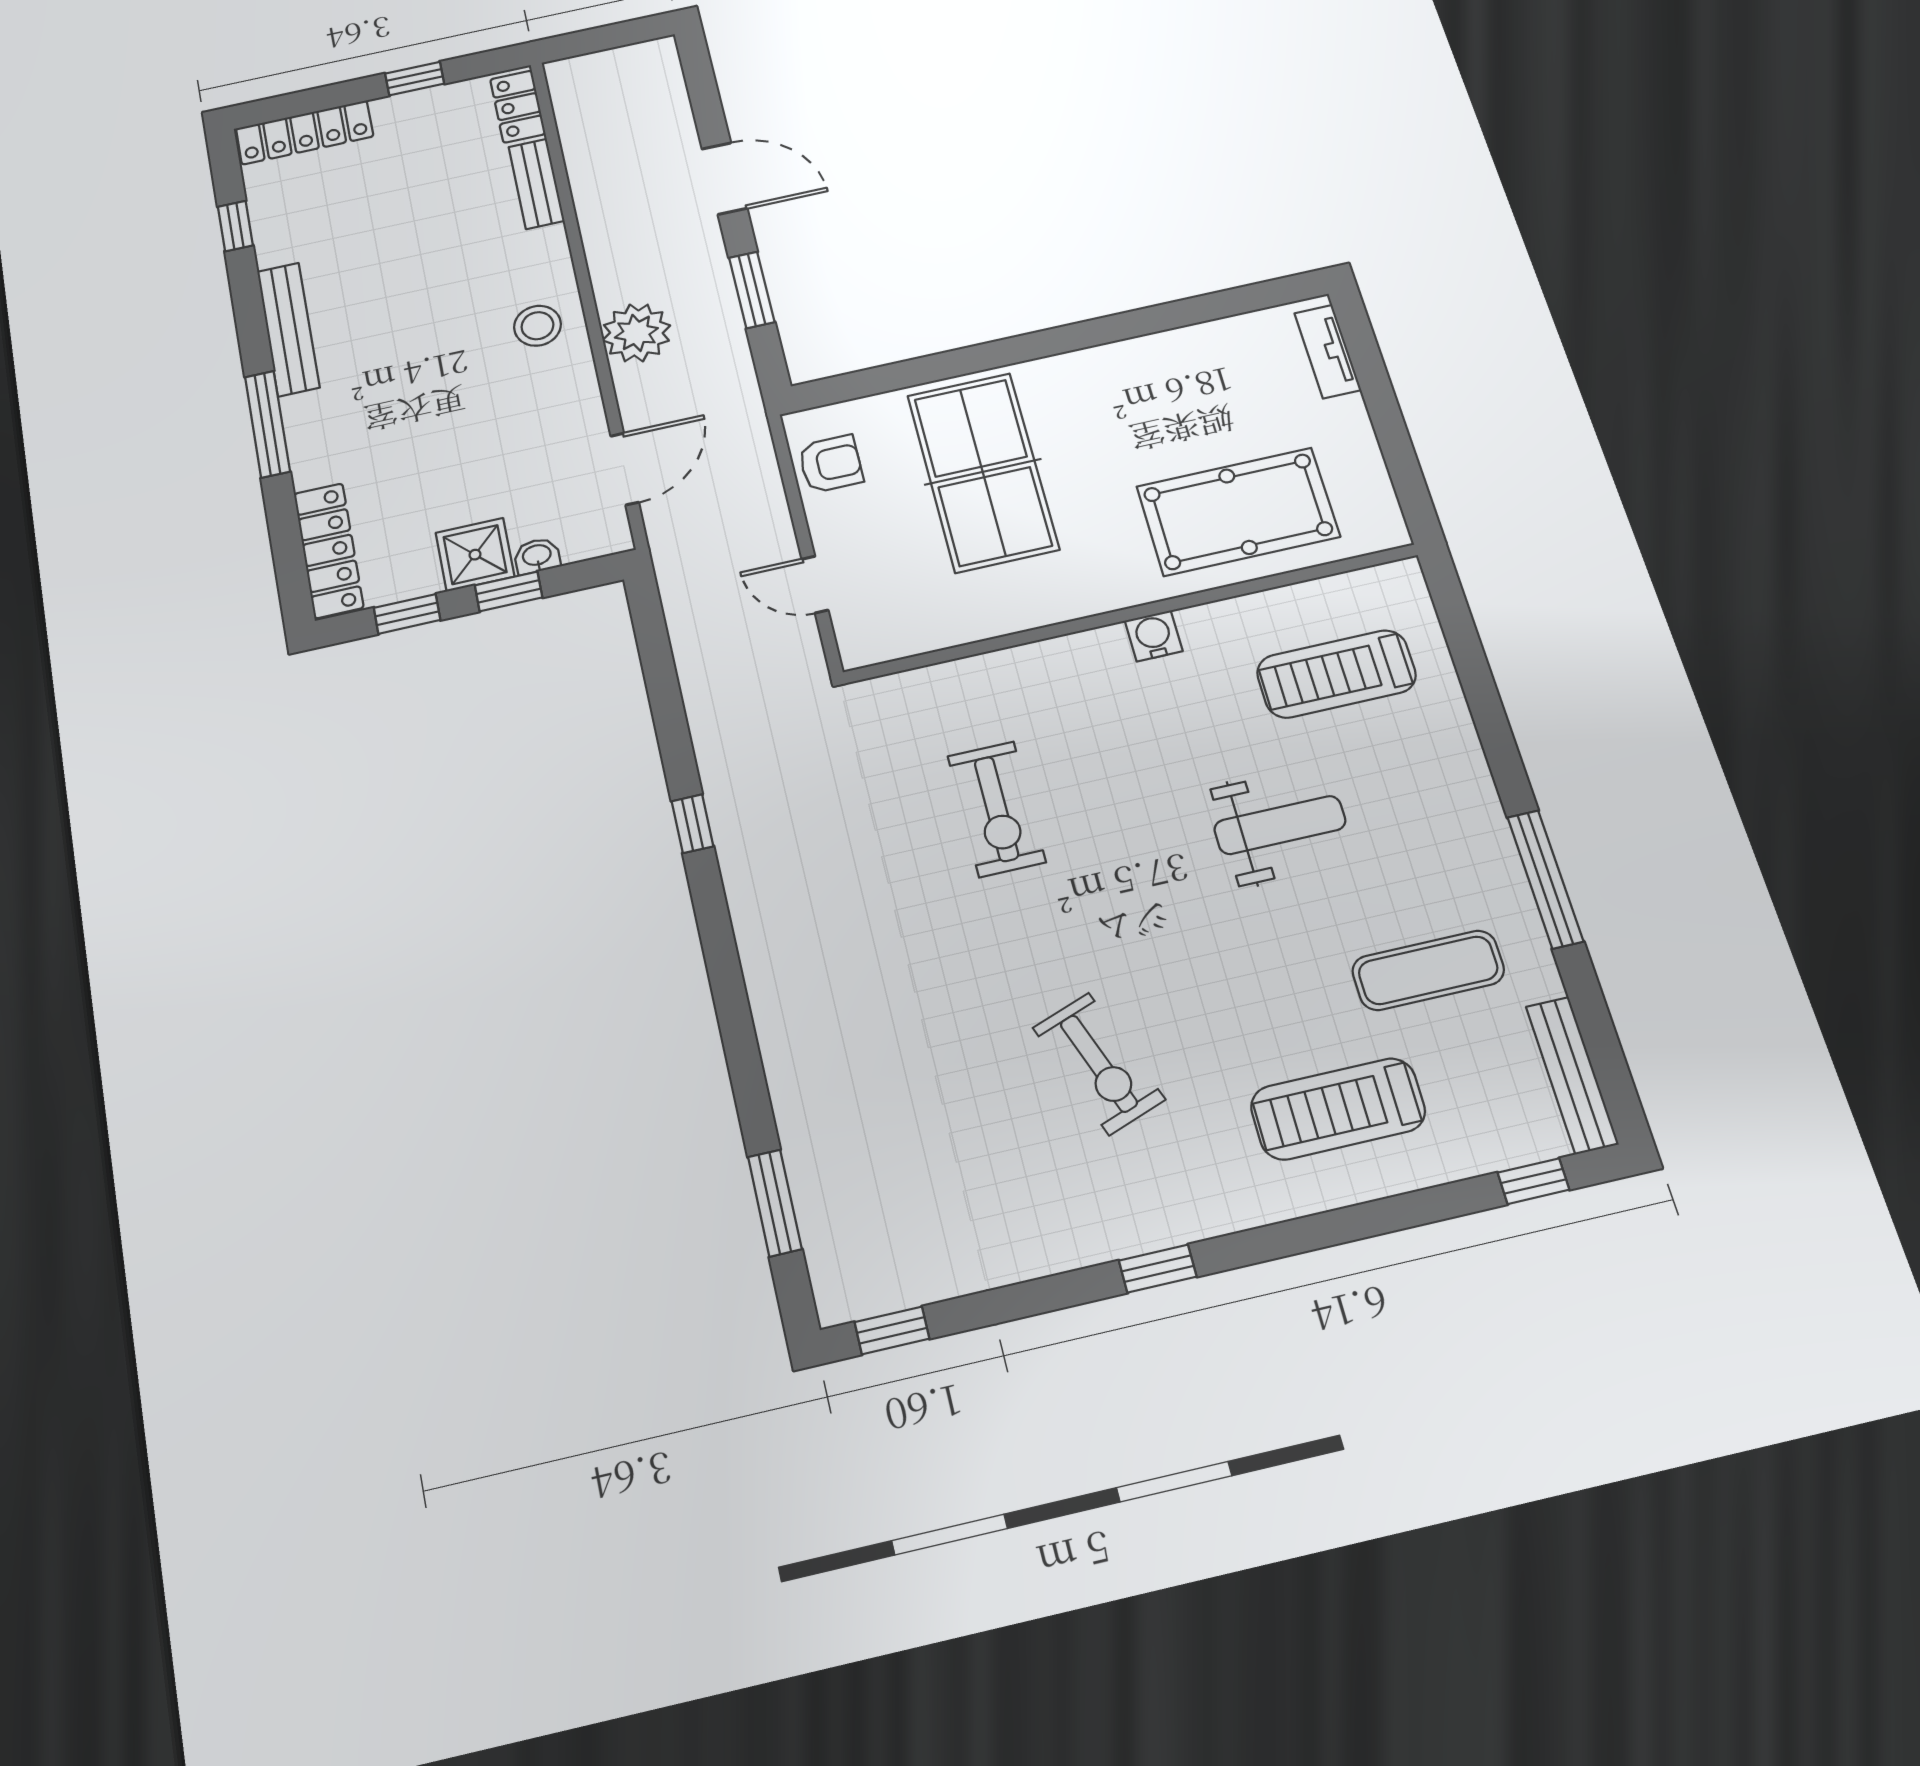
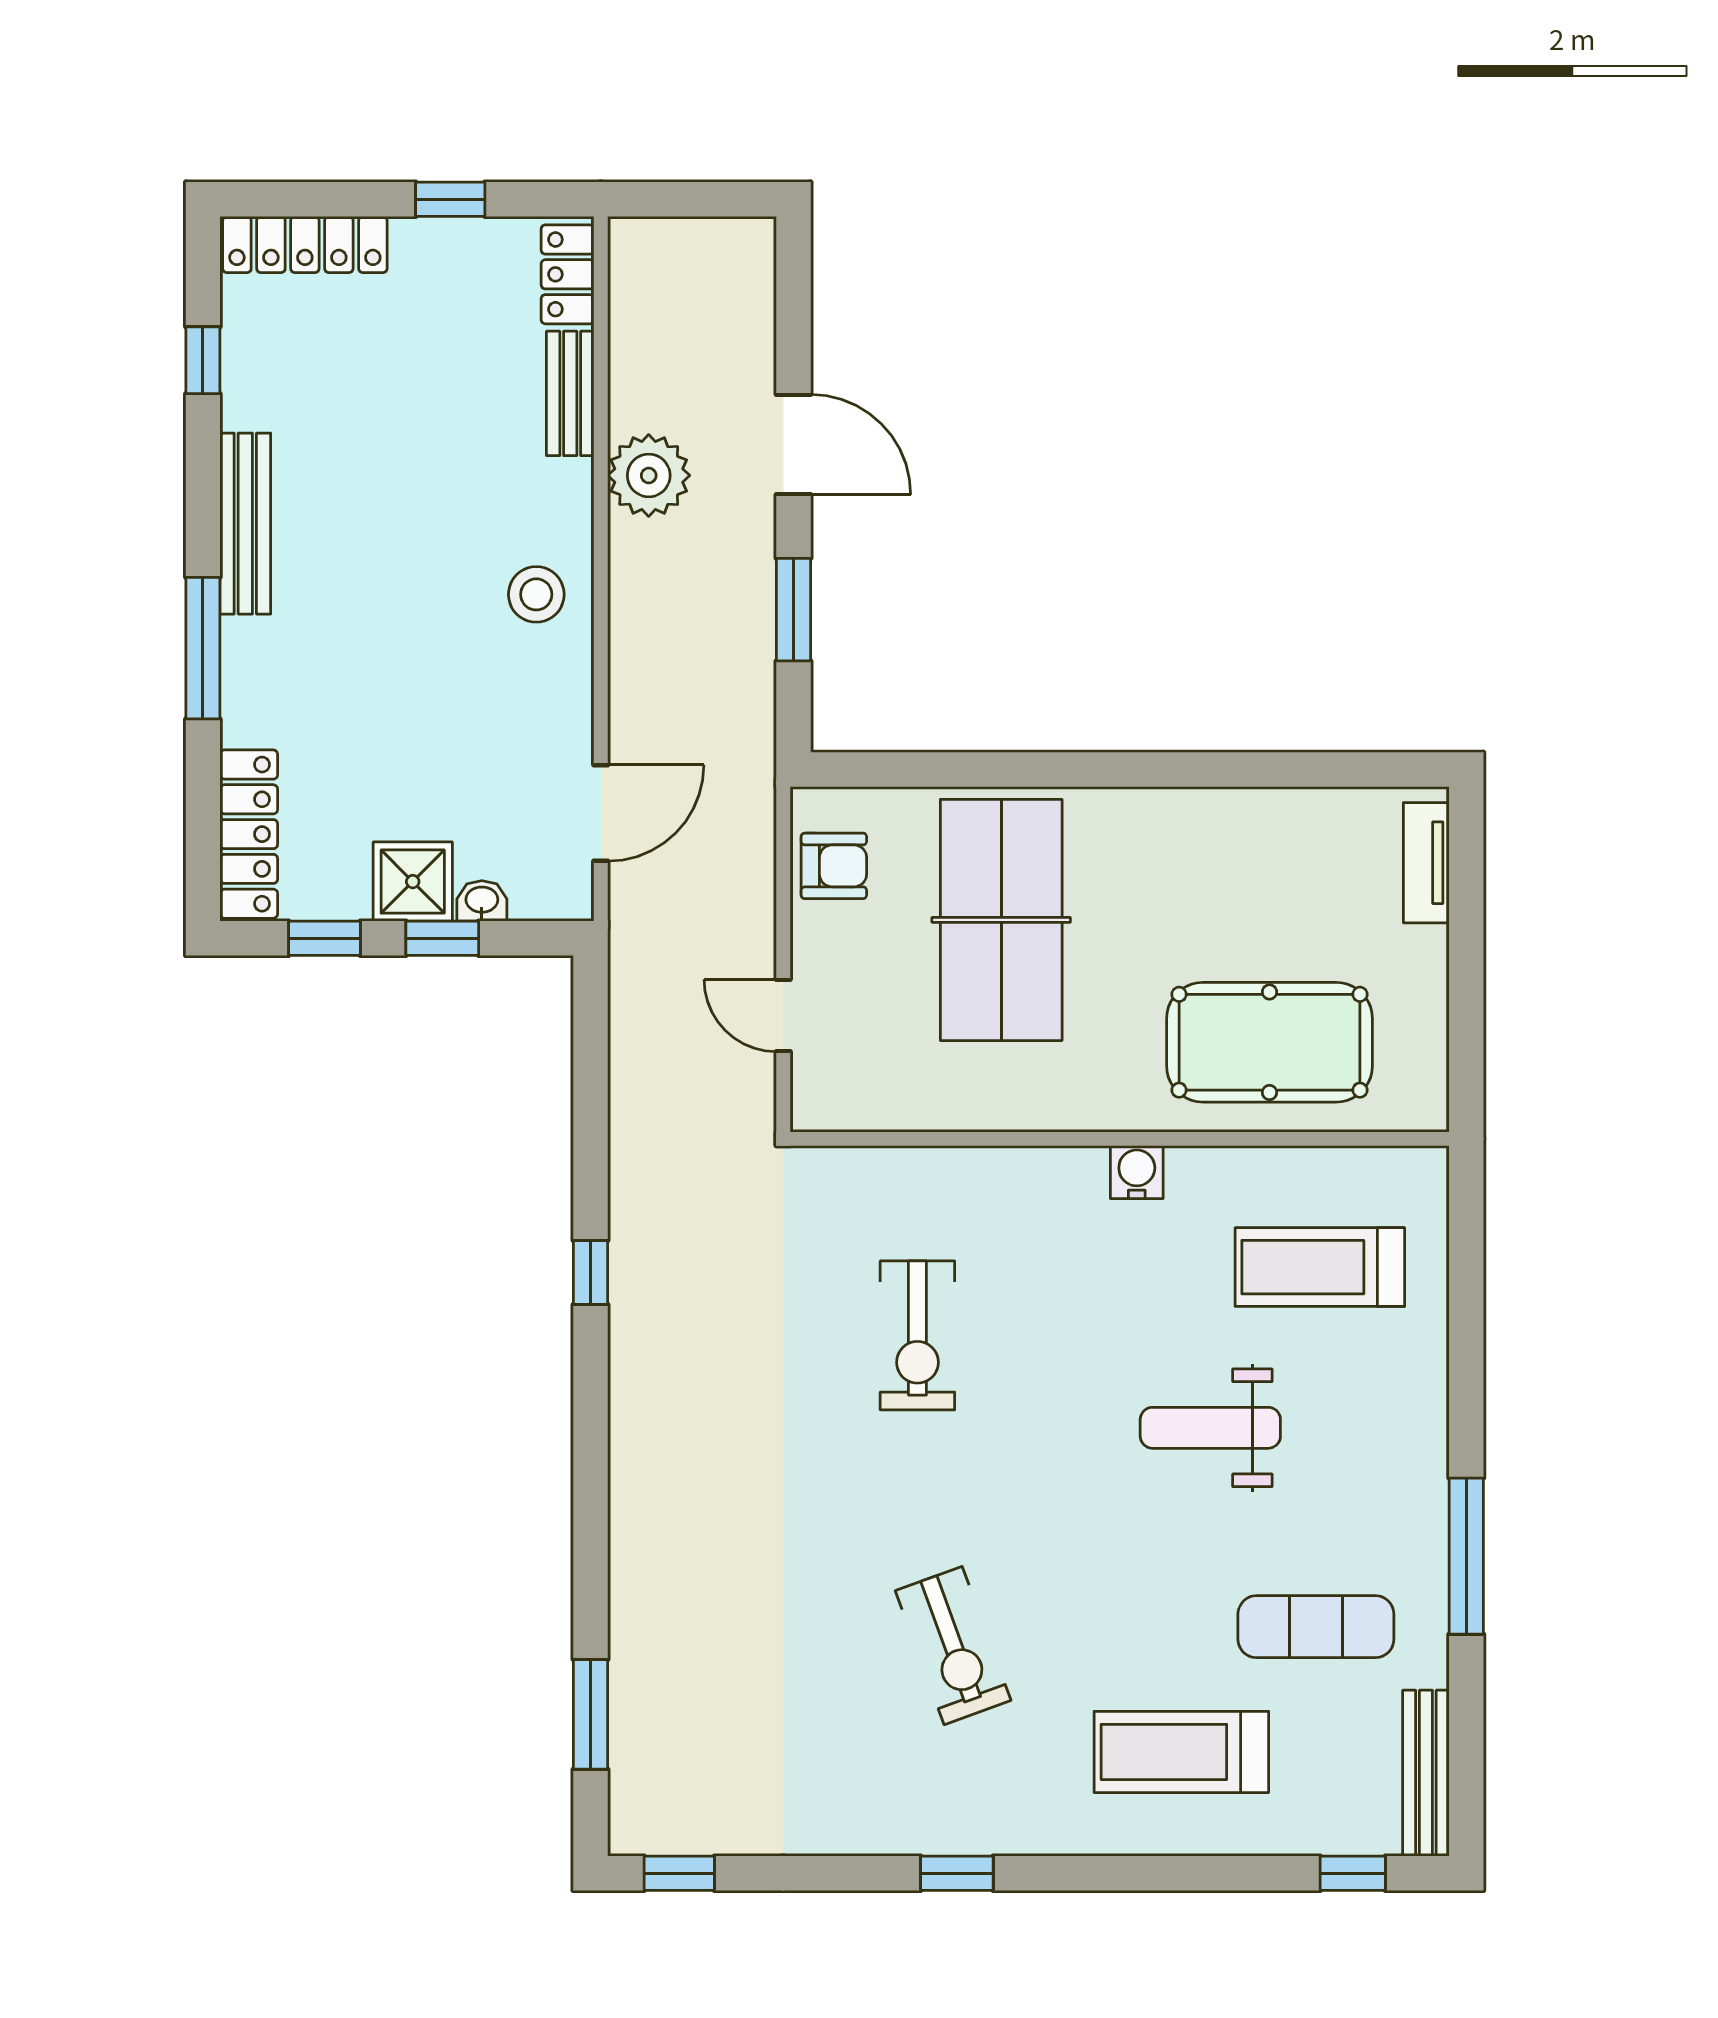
plant: (636, 333) -> (649, 475), moved
weight bench: (1280, 825) -> (1210, 1428), turned 180

